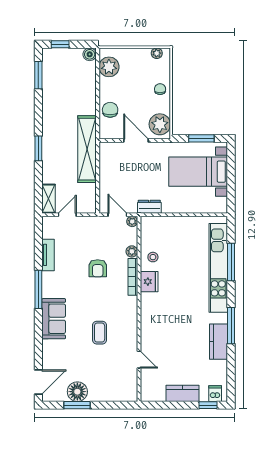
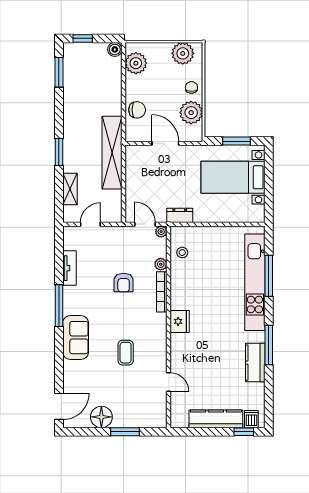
plant: (157, 53) -> (183, 53), width x1.88, depth x1.88
chair: (110, 110) -> (137, 110), turned 90
plant: (160, 124) -> (191, 113), moved
shelving: (49, 199) -> (70, 189), moved
stool: (153, 257) -> (182, 253), moved
fridge: (149, 282) -> (180, 321), moved
kitchen counter: (183, 393) -> (216, 419), width x1.50
window: (77, 405) -> (125, 432), moved

